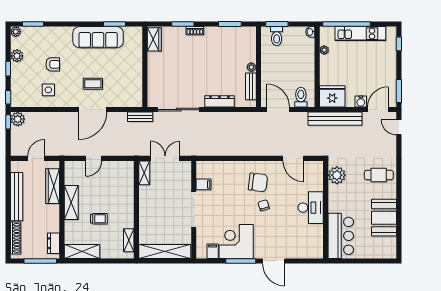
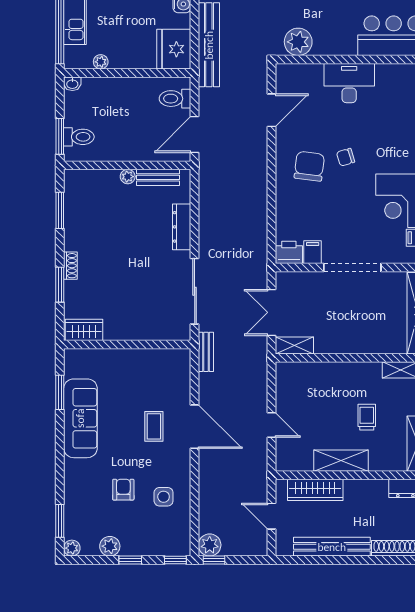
printer: (203, 169) -> (289, 252), added

